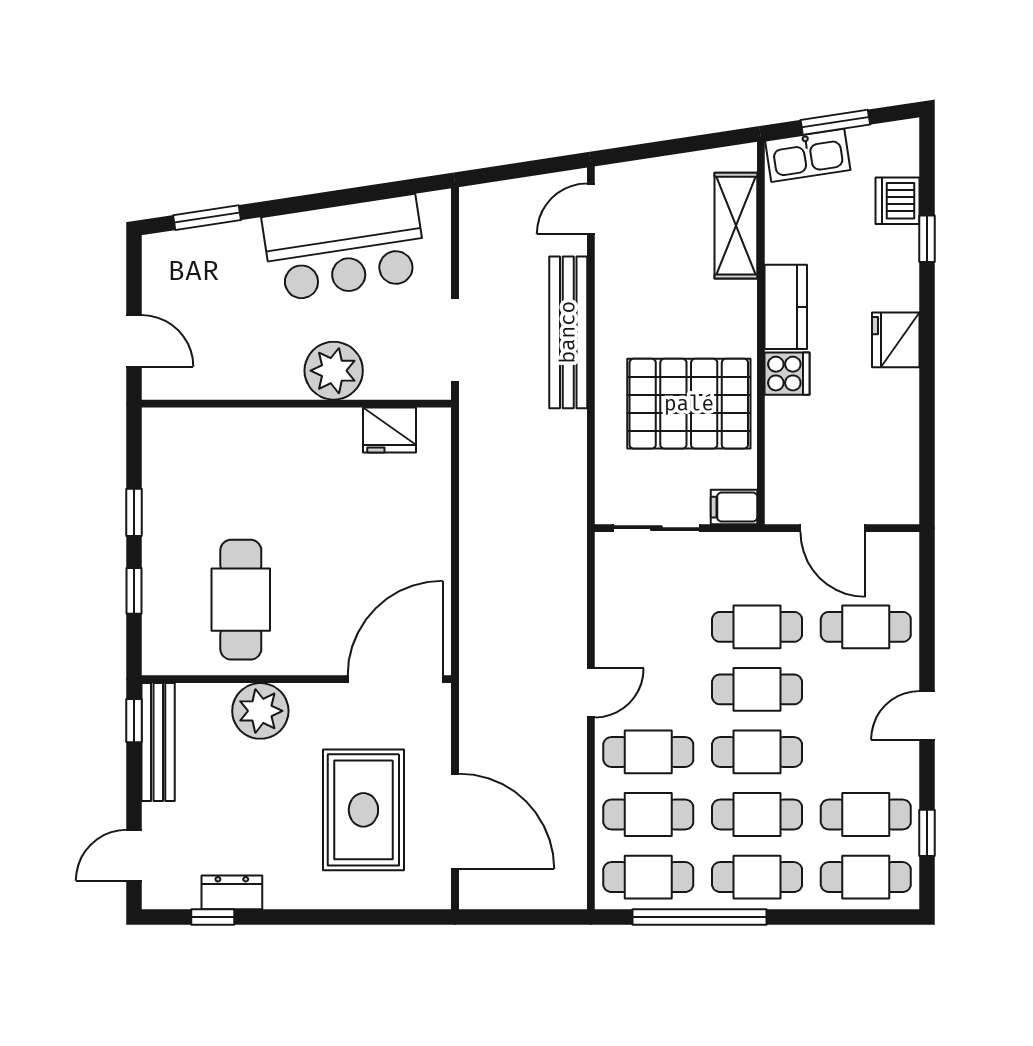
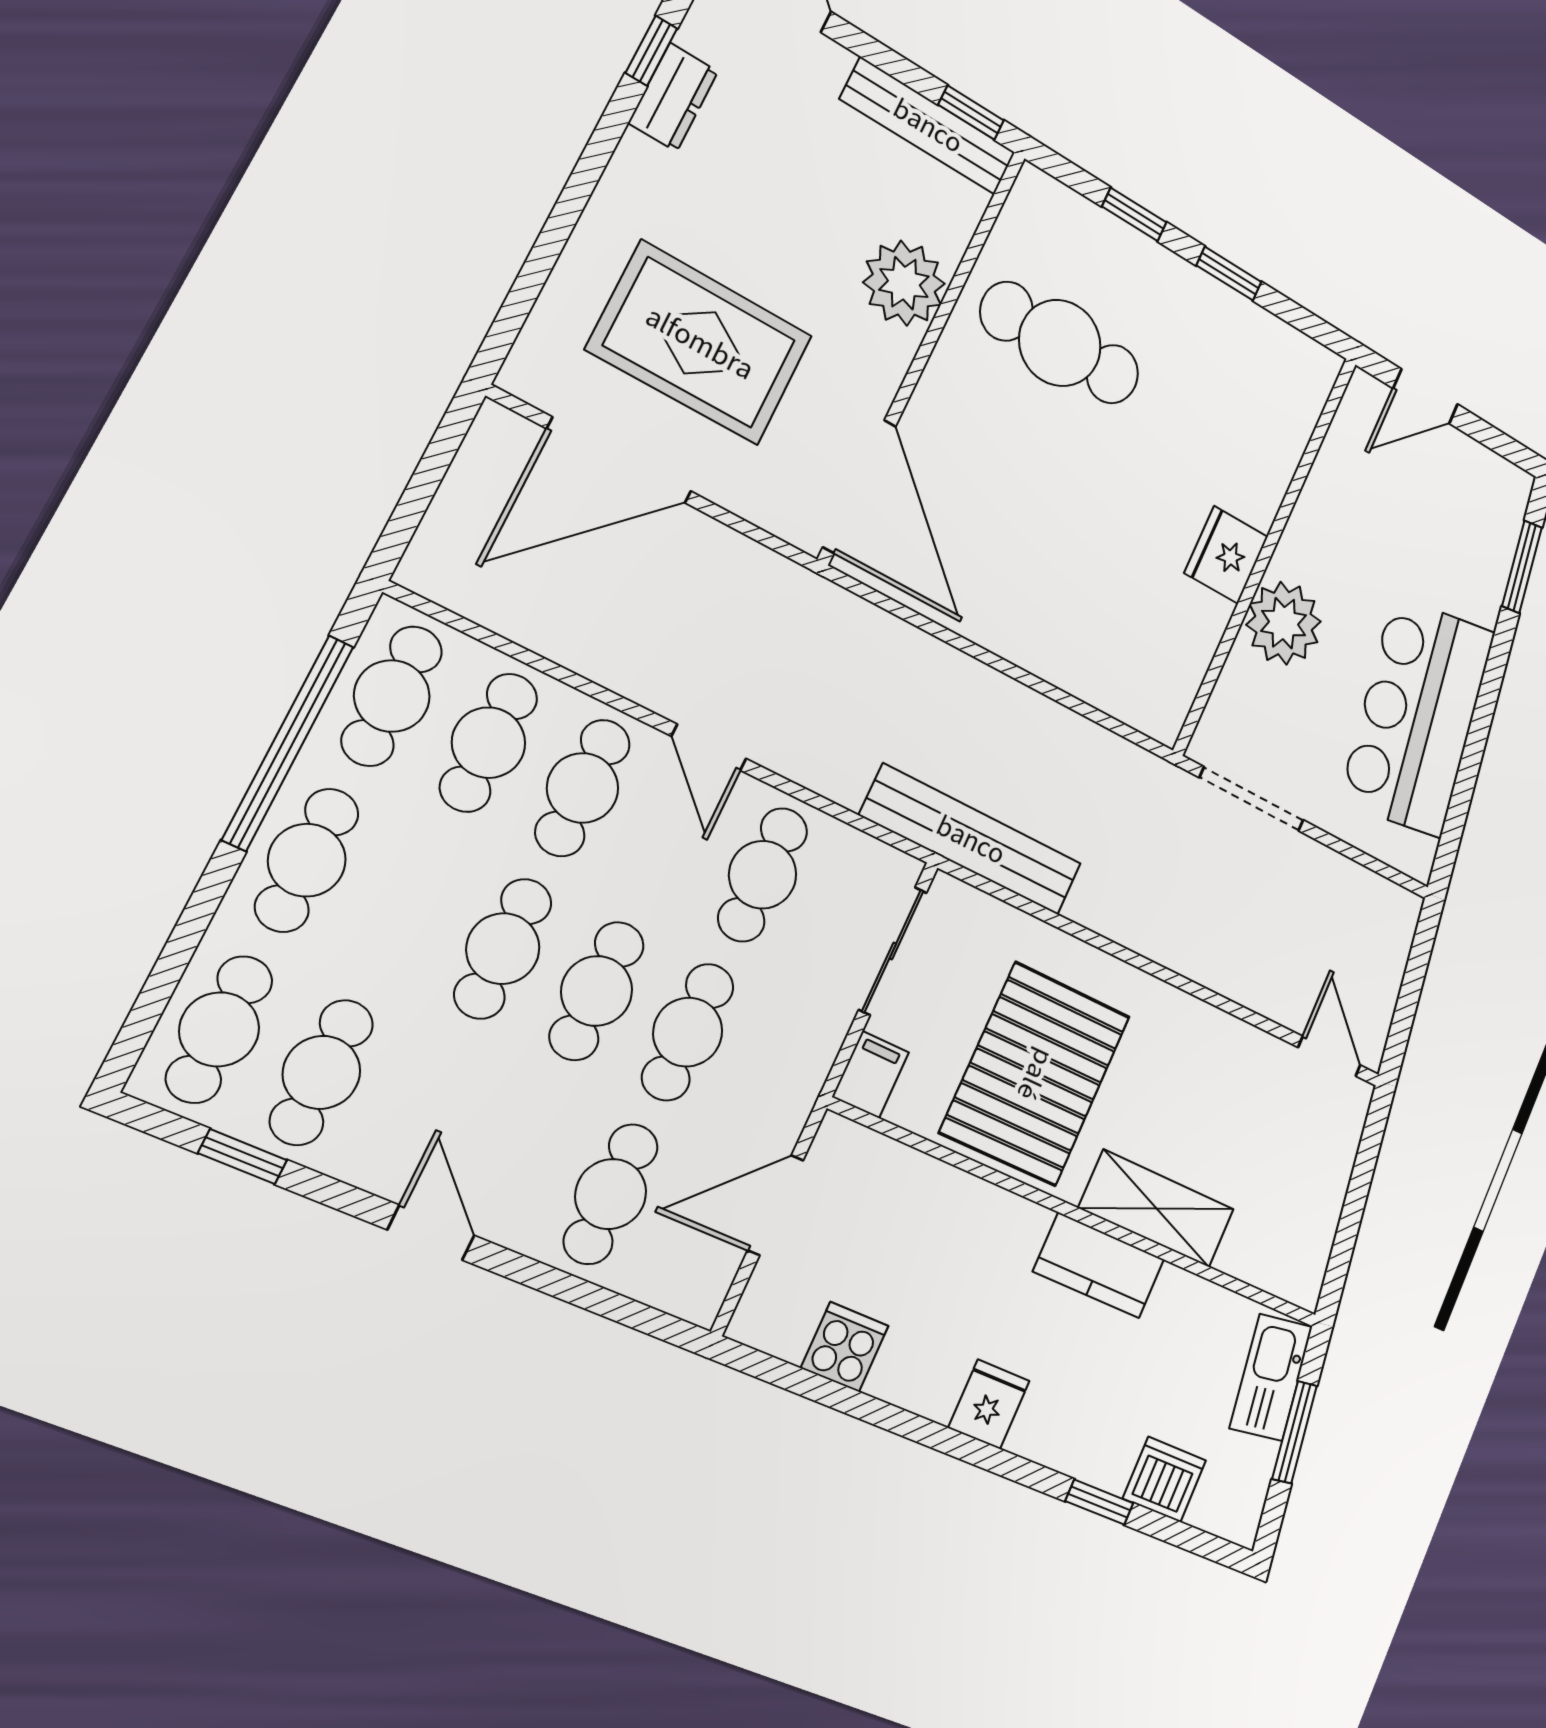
shelving: (736, 226) -> (1157, 1209), moved
bench: (568, 332) -> (971, 840), moved
fridge: (896, 340) -> (989, 1404), width x0.72
cooker: (787, 374) -> (845, 1347), moved, turned 180
fridge: (390, 430) -> (1226, 555), moved
cafe table: (757, 815) -> (763, 875), moved

